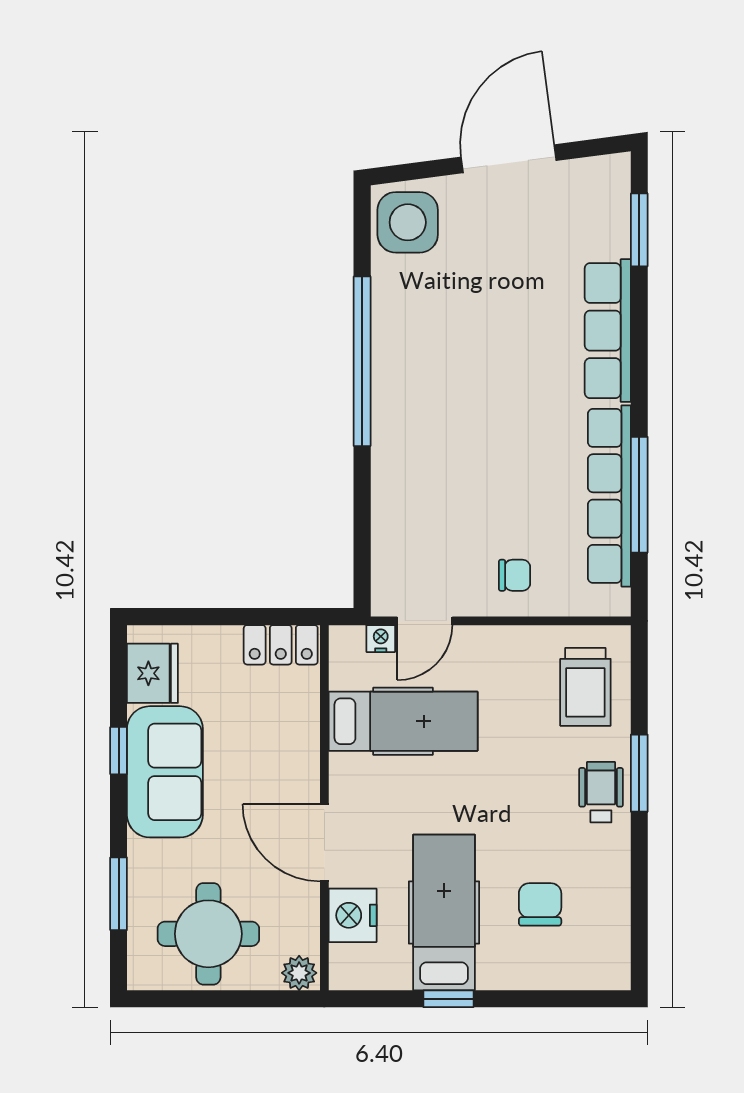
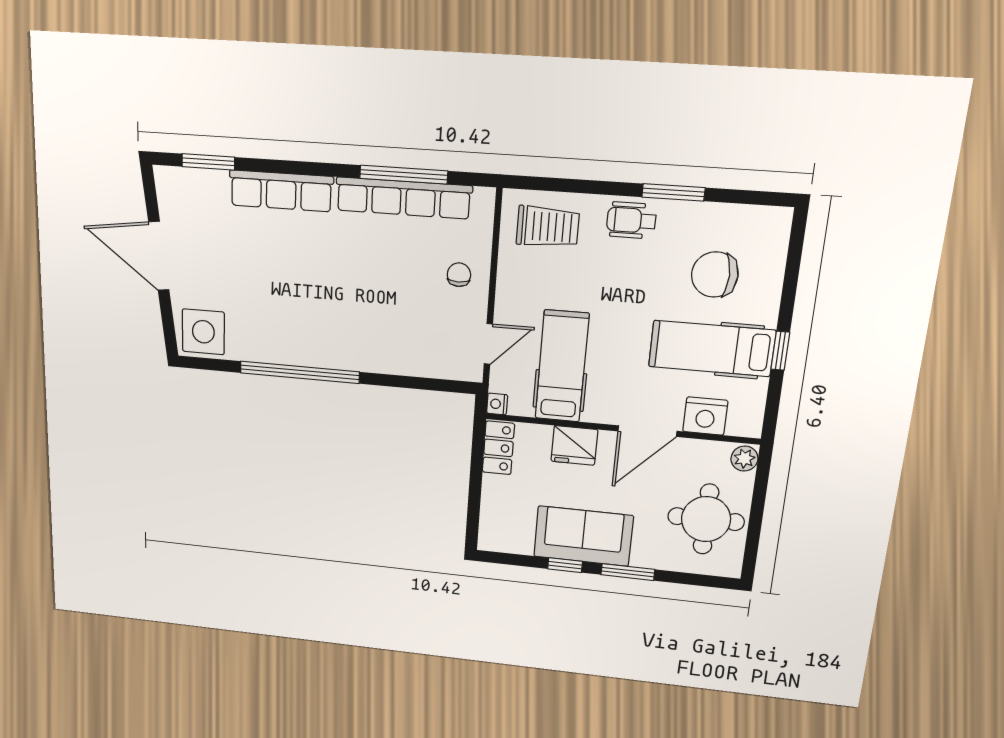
door: (425, 621) -> (488, 344), hinge flipped
nightstand: (381, 639) -> (497, 404), moved
fridge: (152, 673) -> (574, 445), moved, turned 180
window: (639, 773) -> (673, 192), moved
window: (119, 894) -> (628, 572), moved
chair: (540, 904) -> (715, 275), width x1.37, depth x1.37

